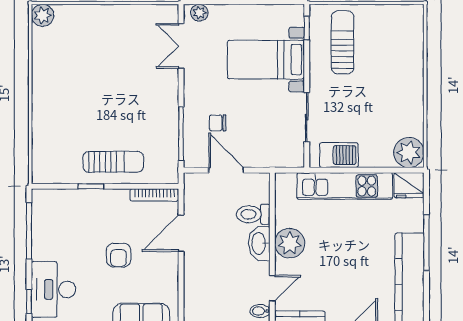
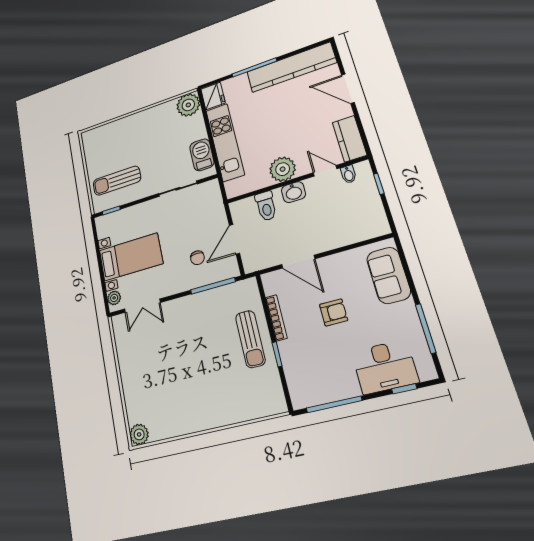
bed with nightstands: (266, 60) -> (131, 257), moved, turned -90
sun lounger: (113, 162) -> (250, 339), turned 180
bookcase: (154, 195) -> (276, 318), moved
washbasin: (259, 243) -> (293, 192), width x0.72

